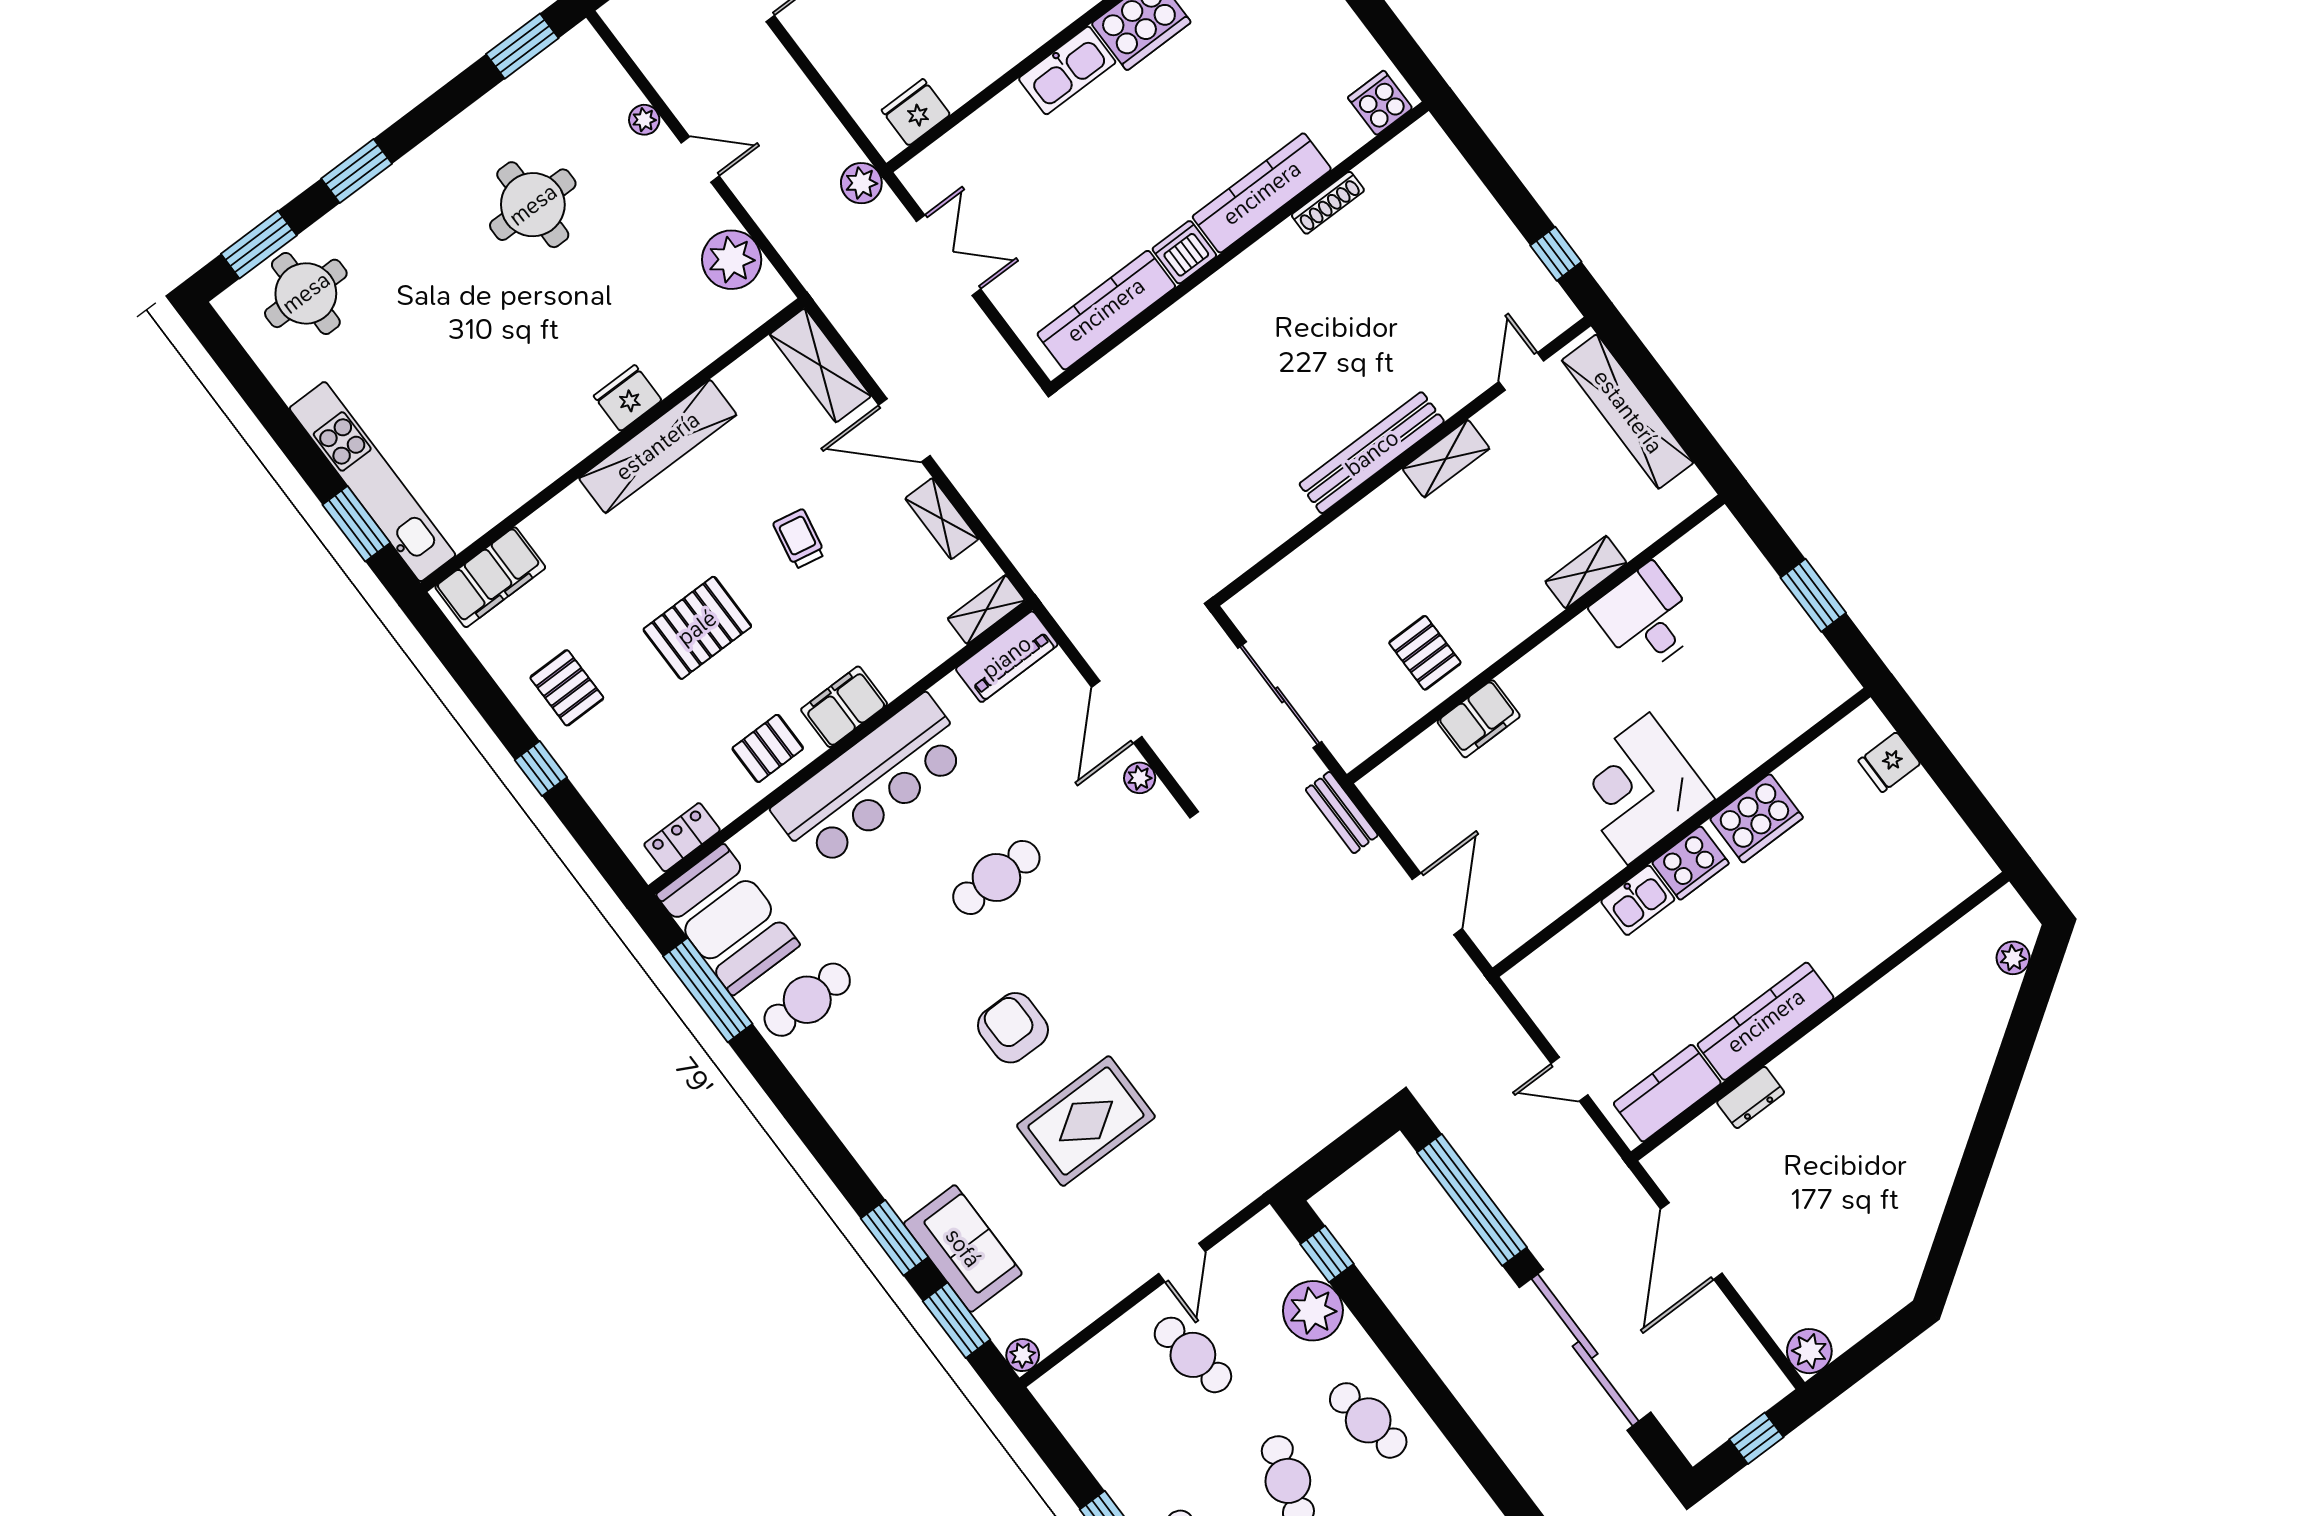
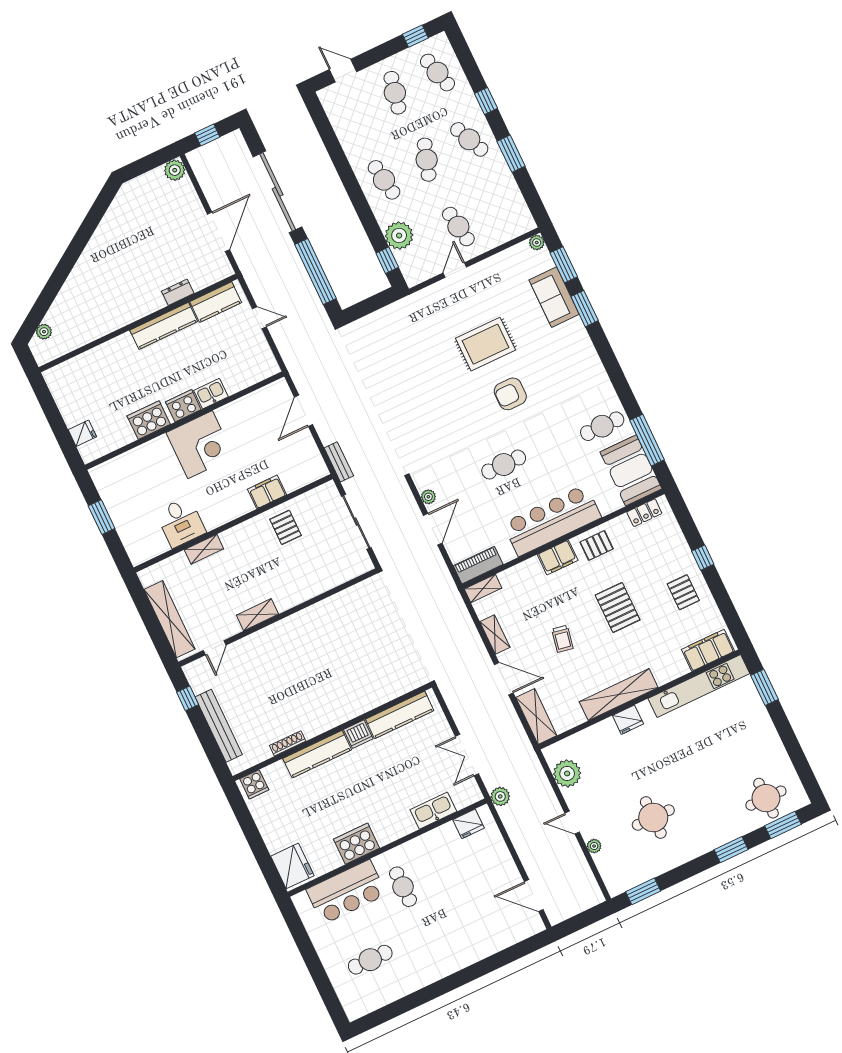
kitchen sink: (1067, 70) -> (433, 811), moved
bench: (1372, 453) -> (219, 726), moved, turned 90
kitchen unit: (372, 482) -> (699, 686), moved, turned -90
pallet: (697, 628) -> (618, 607), turned 90
armchair: (1013, 1028) -> (510, 394), turned 90

